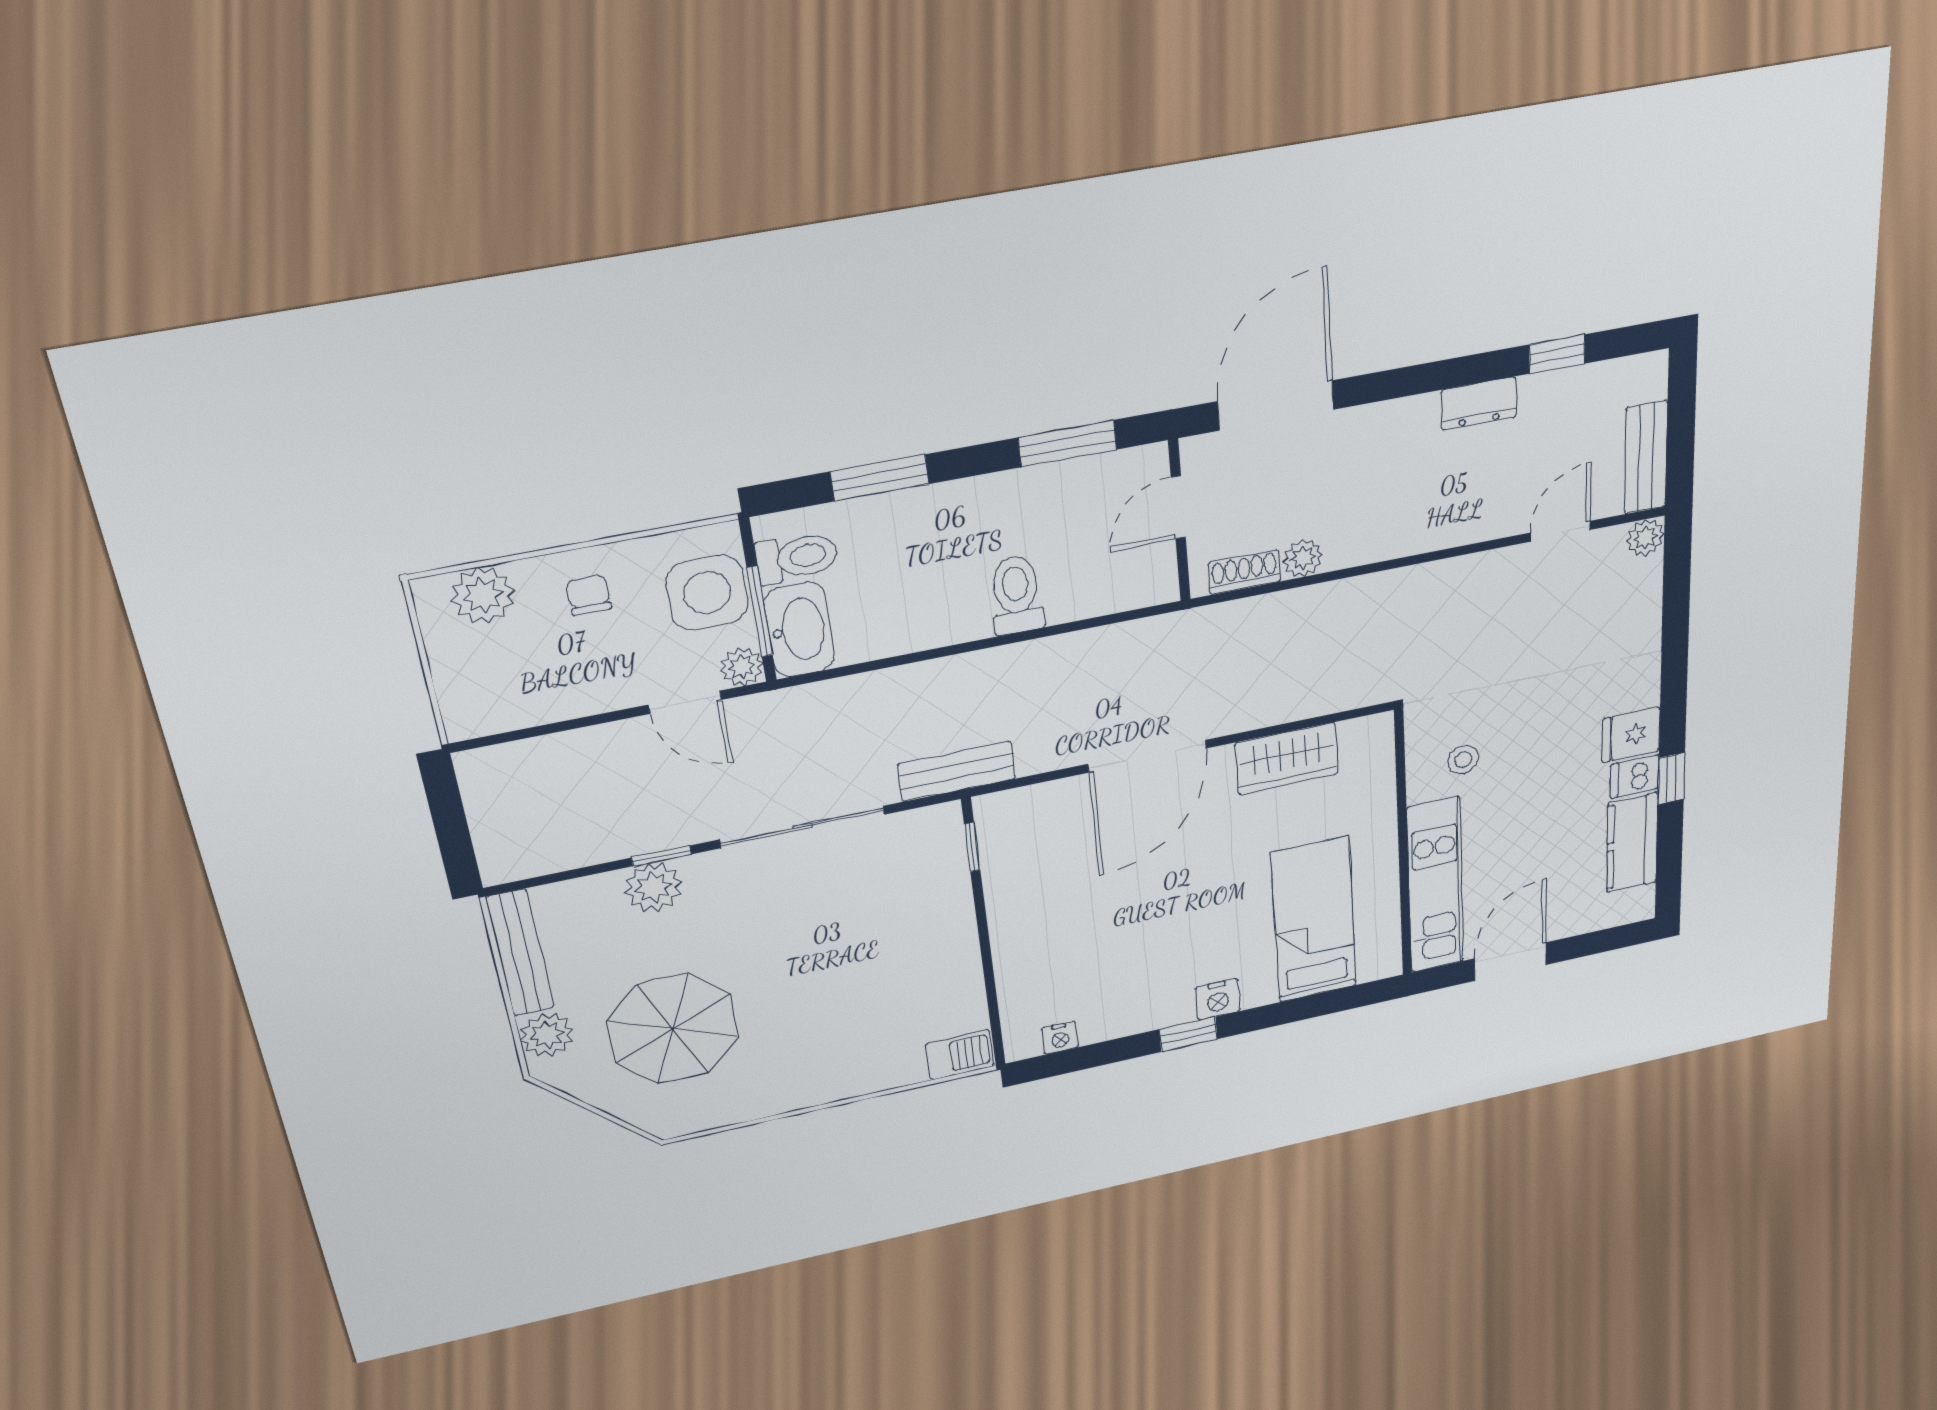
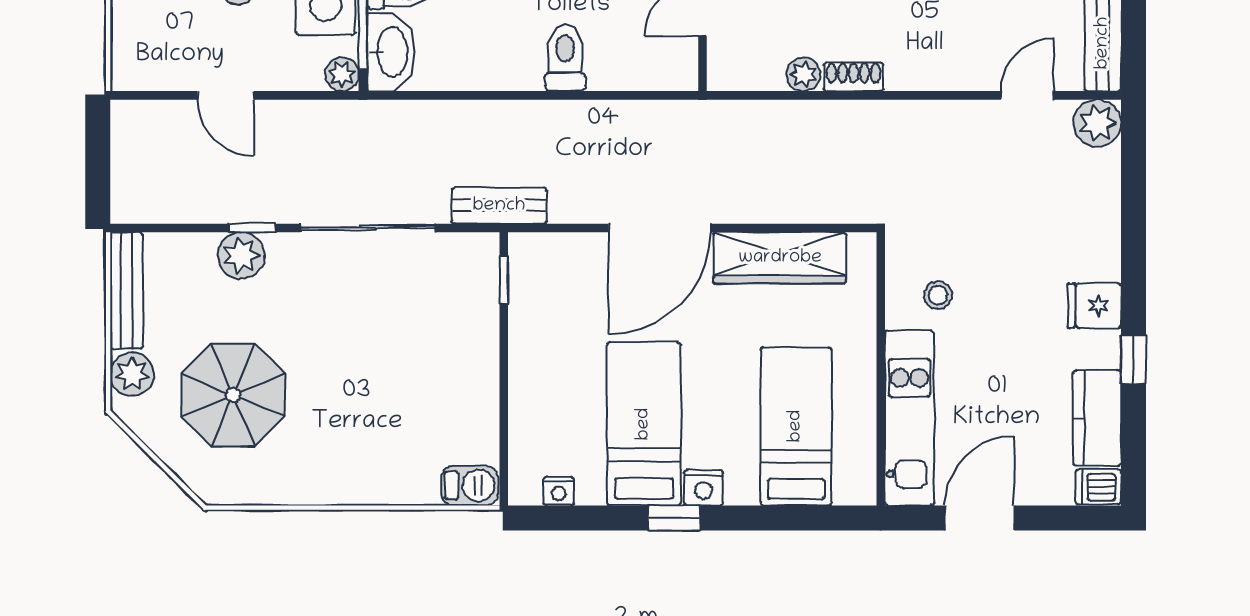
plant: (1645, 538) -> (1097, 123), width x1.38, depth x1.38
shoe rack: (1244, 572) -> (853, 77), moved
door: (685, 702) -> (226, 95), moved
wardrobe: (1287, 759) -> (780, 258), width x1.50
dishwasher: (1635, 777) -> (1098, 487), moved
bed: (1148, 954) -> (644, 424), added

